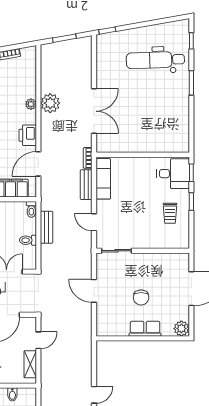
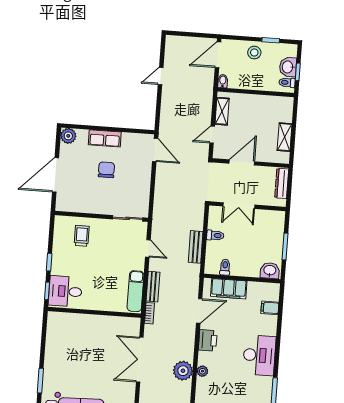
toilet: (31, 209) -> (225, 267), moved
trolley: (170, 213) -> (82, 236), moved
door: (94, 291) -> (155, 150), moved
bidet: (12, 394) -> (223, 81), moved

